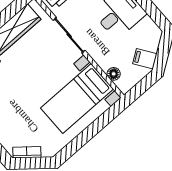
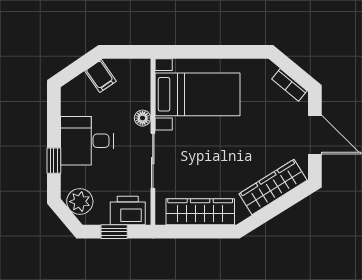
floor lamp: (114, 74) -> (143, 118), moved

